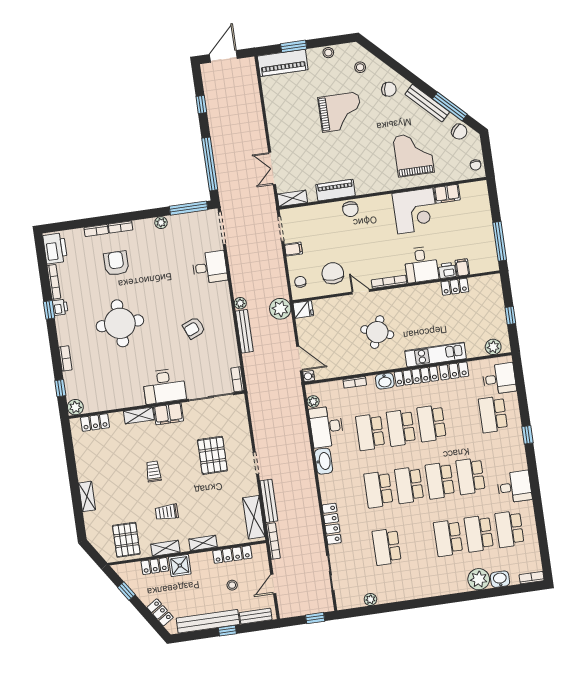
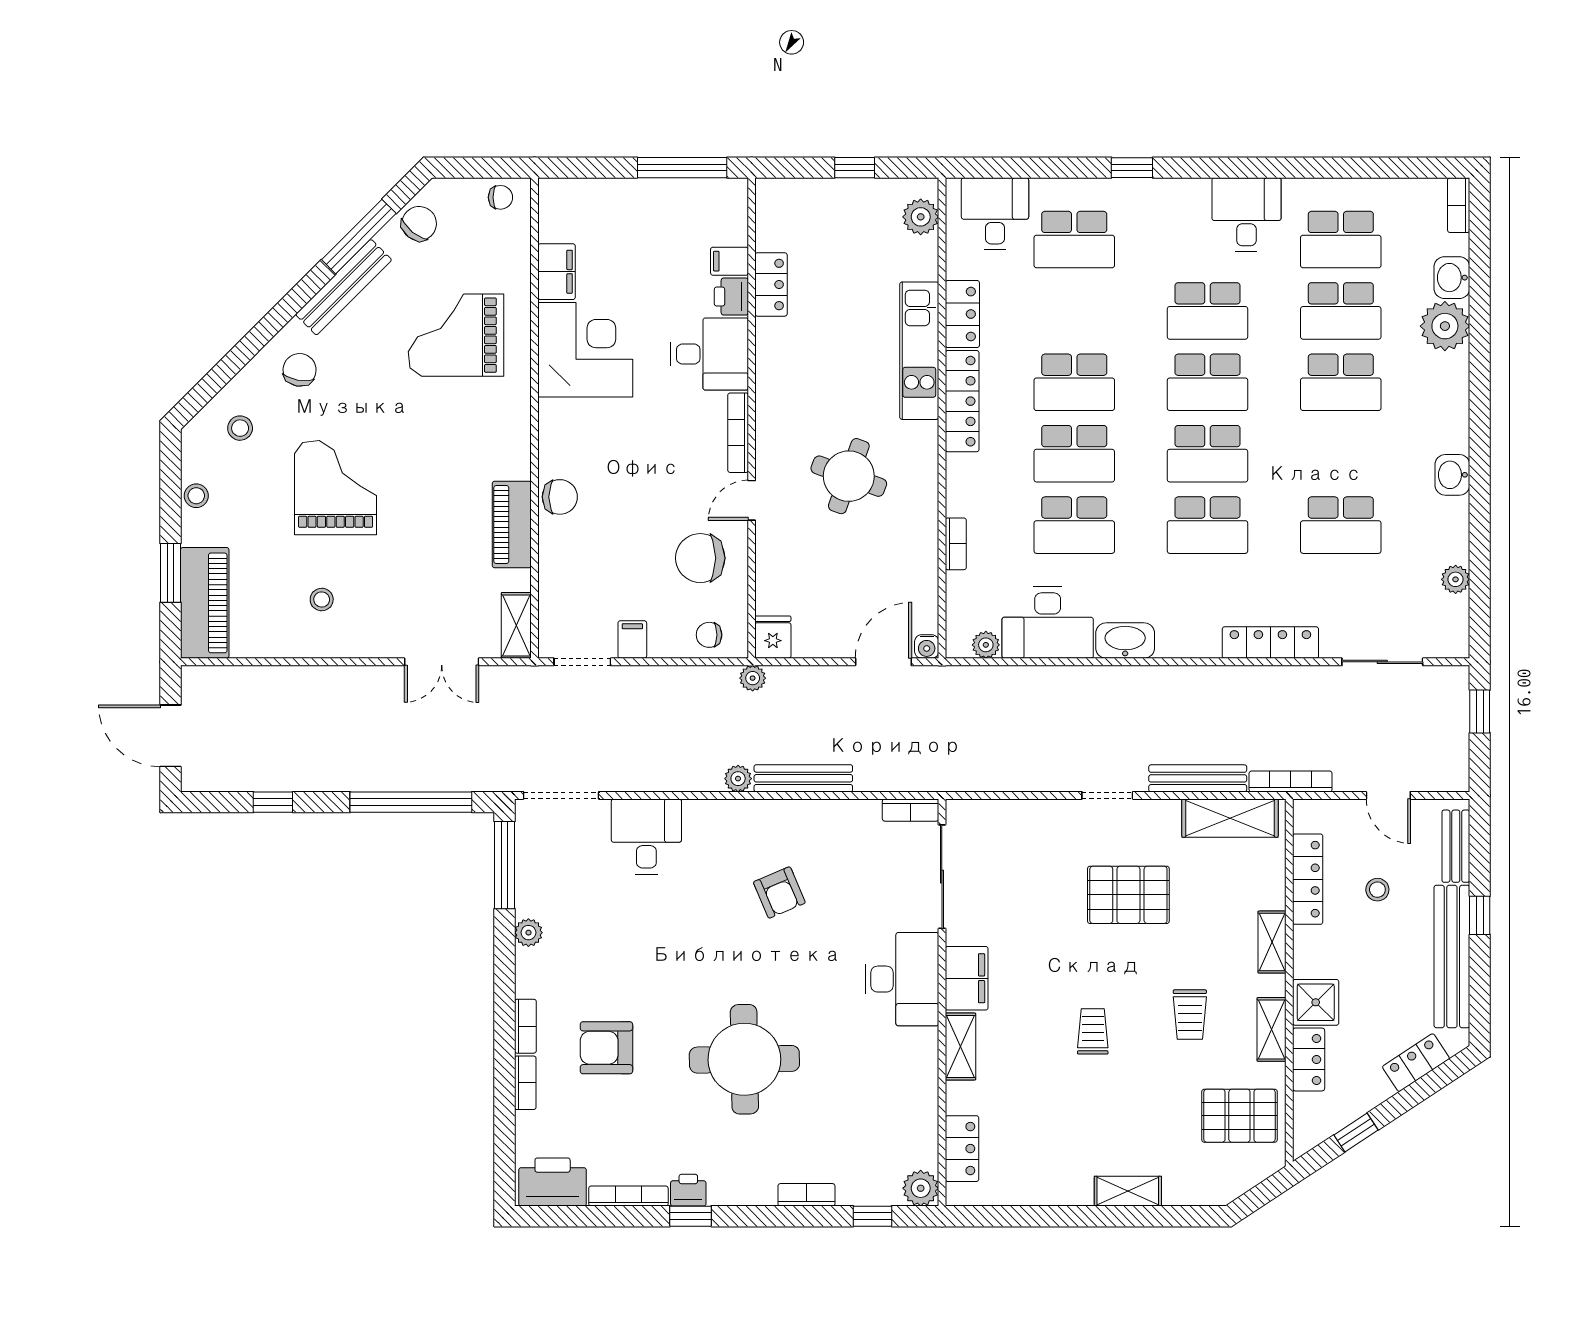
stool: (291, 113) -> (322, 599), added
plant: (280, 309) -> (753, 678), width x0.53, depth x0.53
washbasin: (385, 381) -> (1452, 475), moved, turned 180
pallet: (212, 455) -> (1128, 895), moved
trolley: (153, 471) -> (1093, 1031), turned 90

